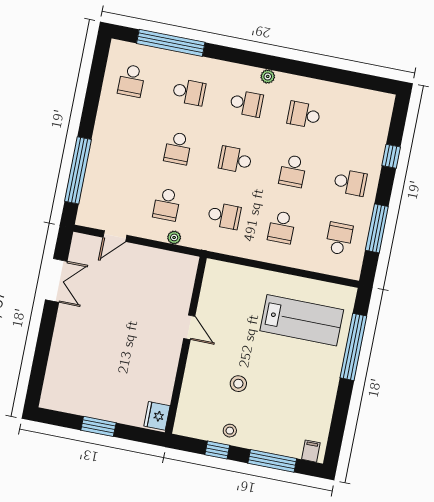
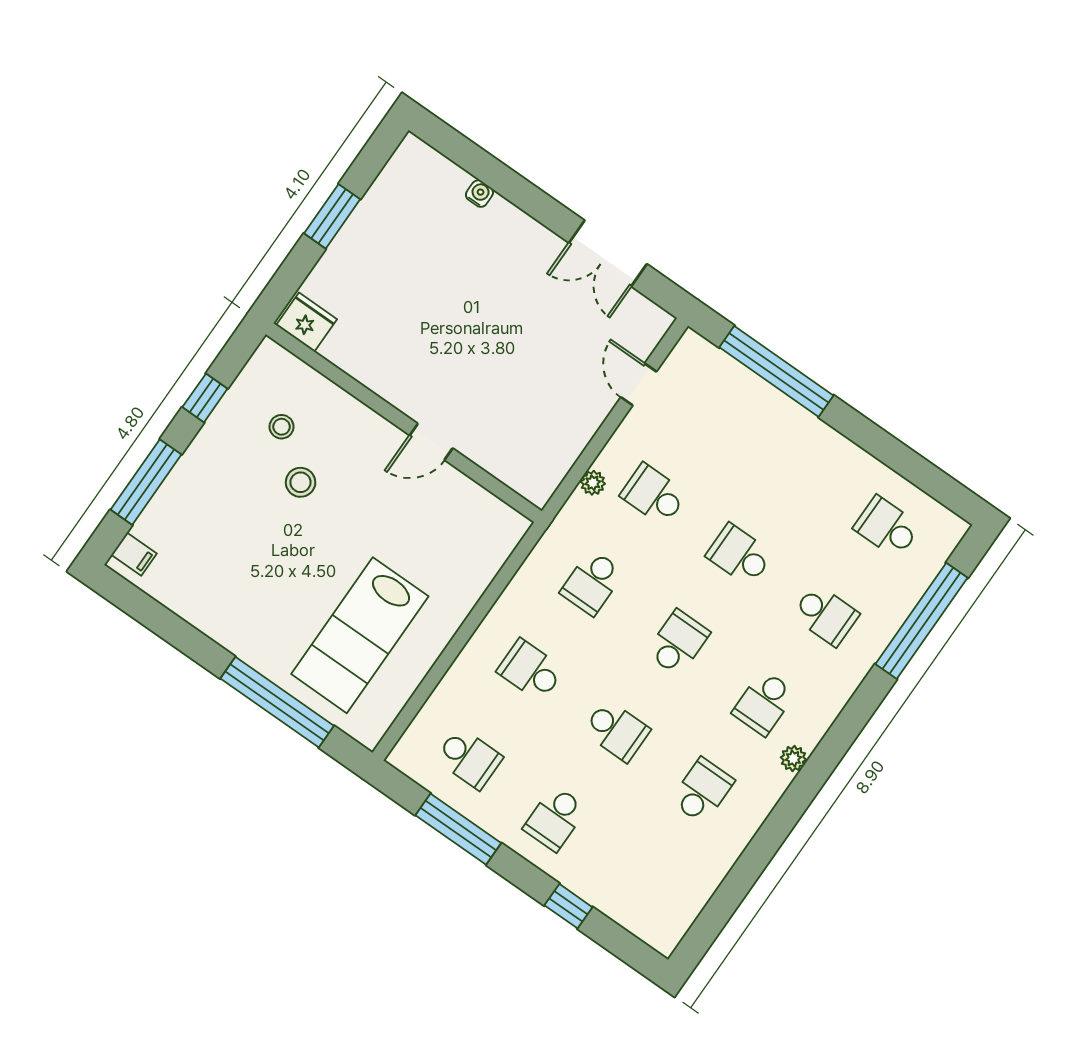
school desk: (189, 92) -> (825, 615), turned -90
school desk: (293, 171) -> (616, 731), turned 180
water cooler: (55, 358) -> (479, 194), added
stool: (230, 431) -> (282, 427), moved

